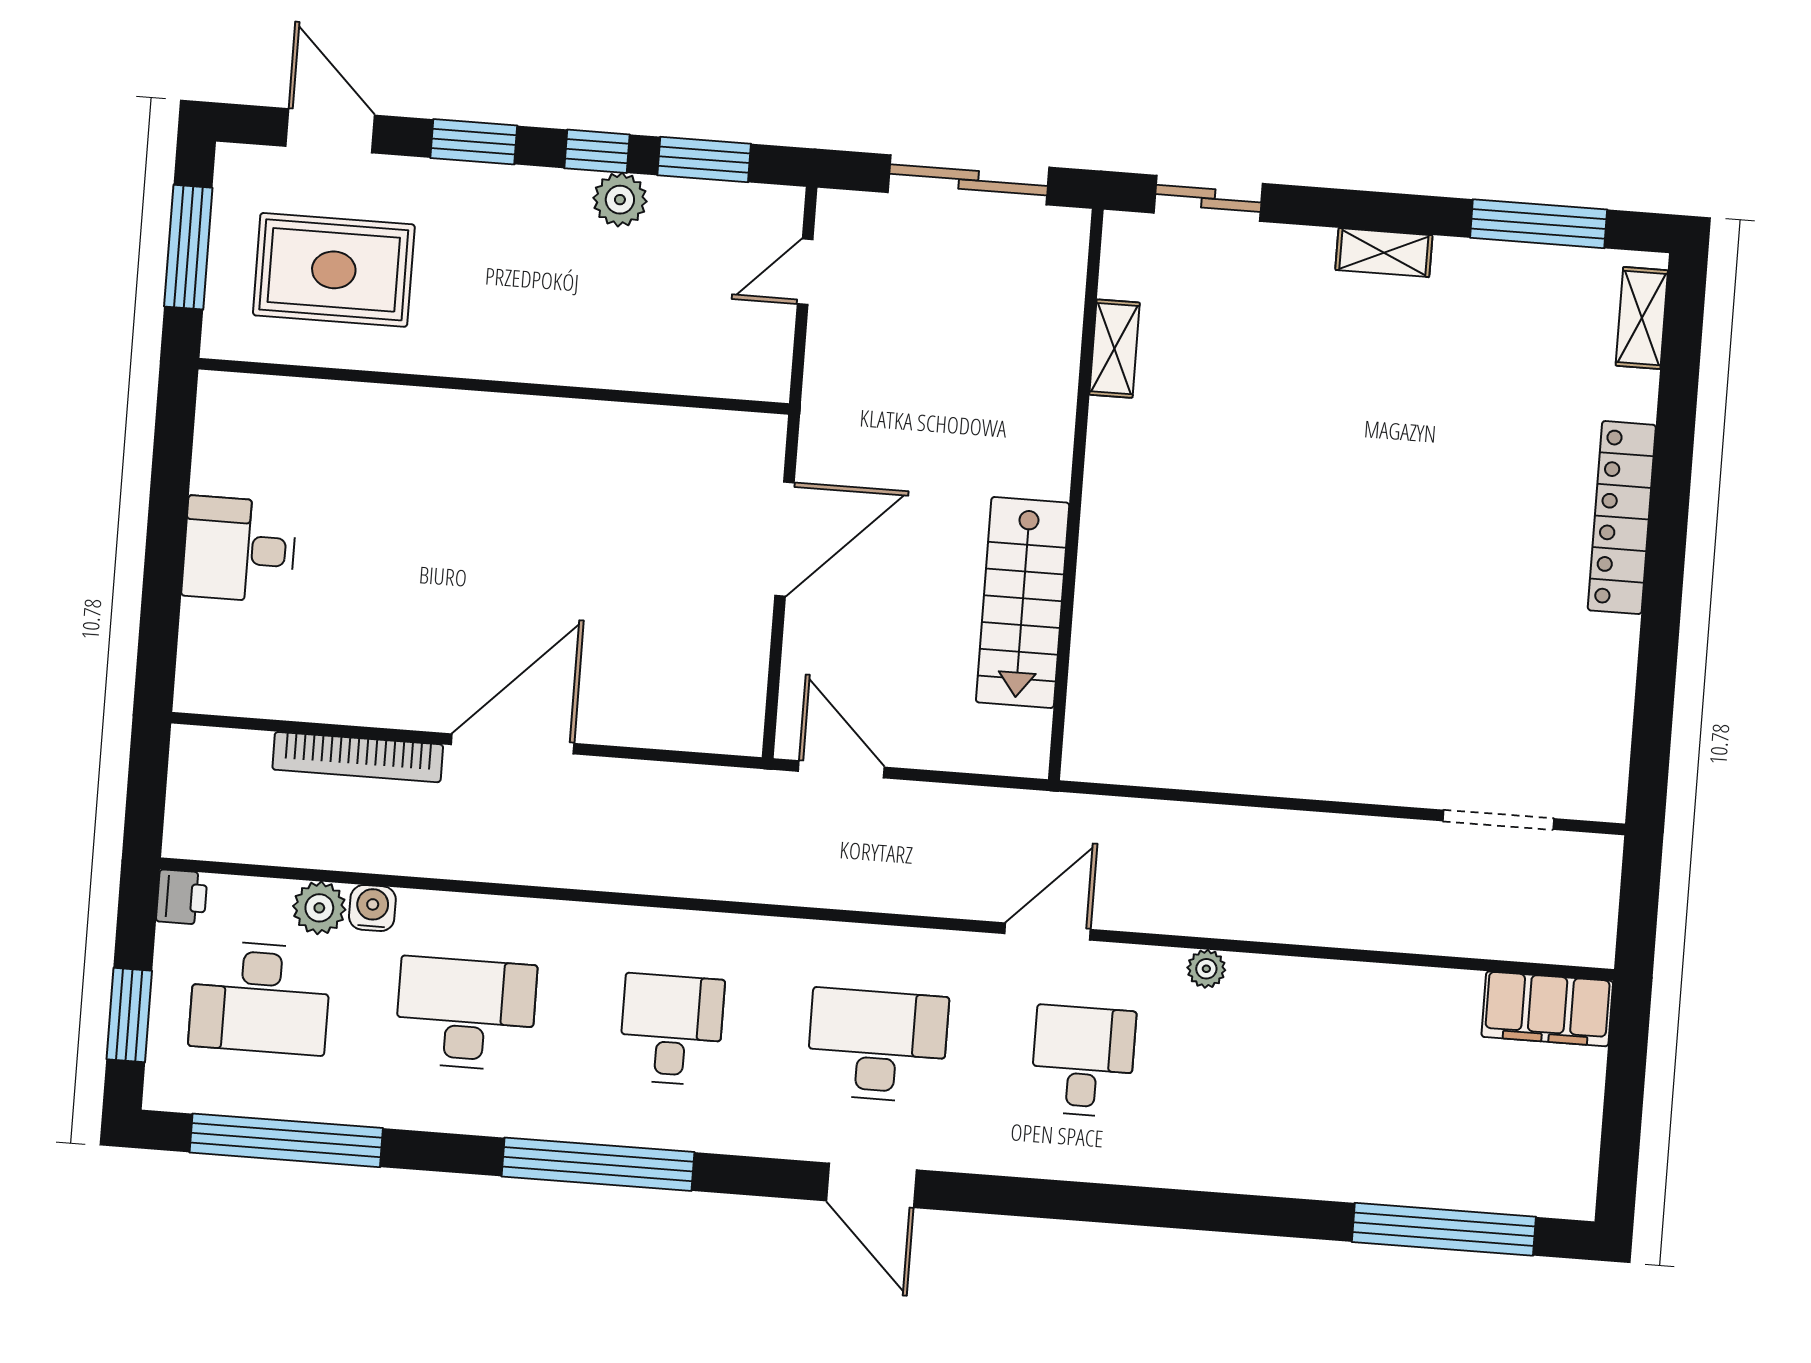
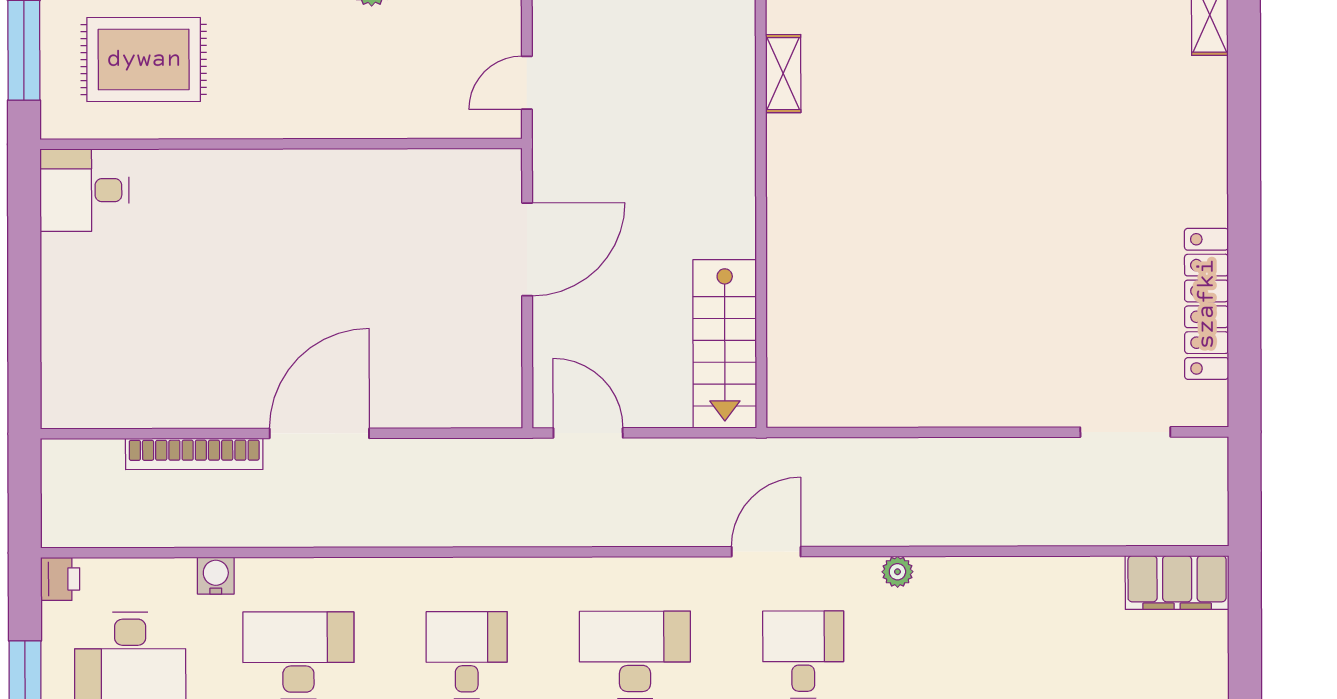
door: (805, 272) -> (527, 83), moved
locker: (1622, 518) -> (1207, 304), moved
desk: (239, 549) -> (84, 190), moved
stairs: (1023, 603) -> (725, 344), moved
plant: (319, 908) -> (173, 579), removed

